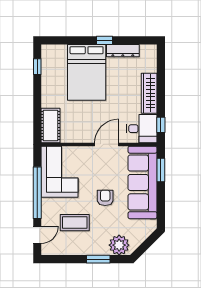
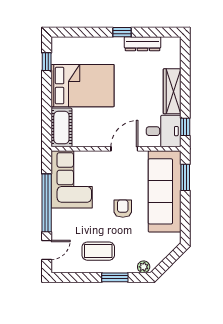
bed: (87, 72) -> (83, 86), moved, turned -90
coffee table: (75, 223) -> (98, 251), moved
plant: (119, 245) -> (144, 267), width x0.53, depth x0.53

